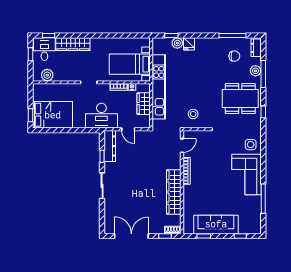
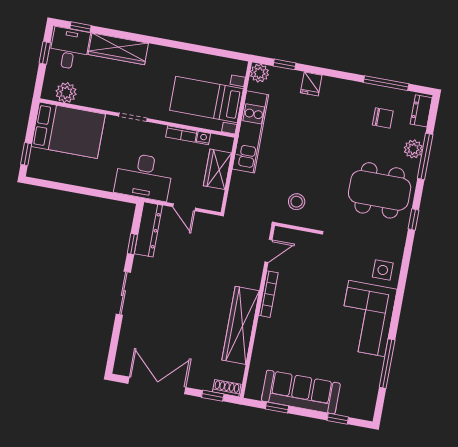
plant: (177, 43) -> (259, 73), moved
kitchen unit: (159, 87) -> (250, 132), width x0.73
bed: (53, 115) -> (68, 130), moved

